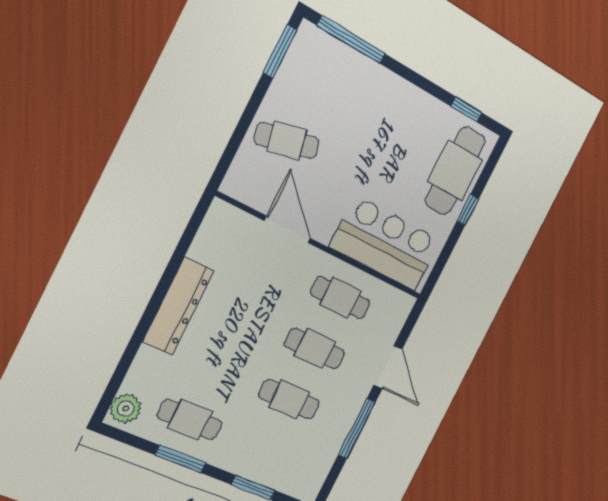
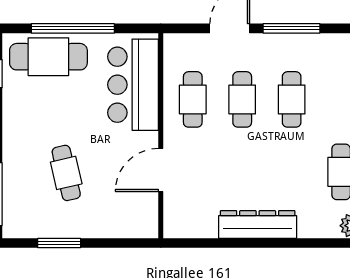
window: (280, 51) -> (59, 243), moved
cafe table: (287, 141) -> (66, 173), moved
window: (468, 210) -> (73, 28), width x3.17

